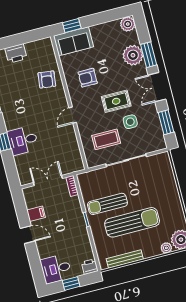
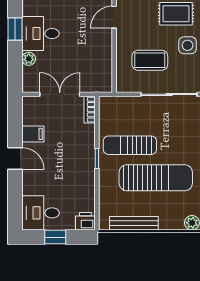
plant: (19, 161) -> (29, 59), added

